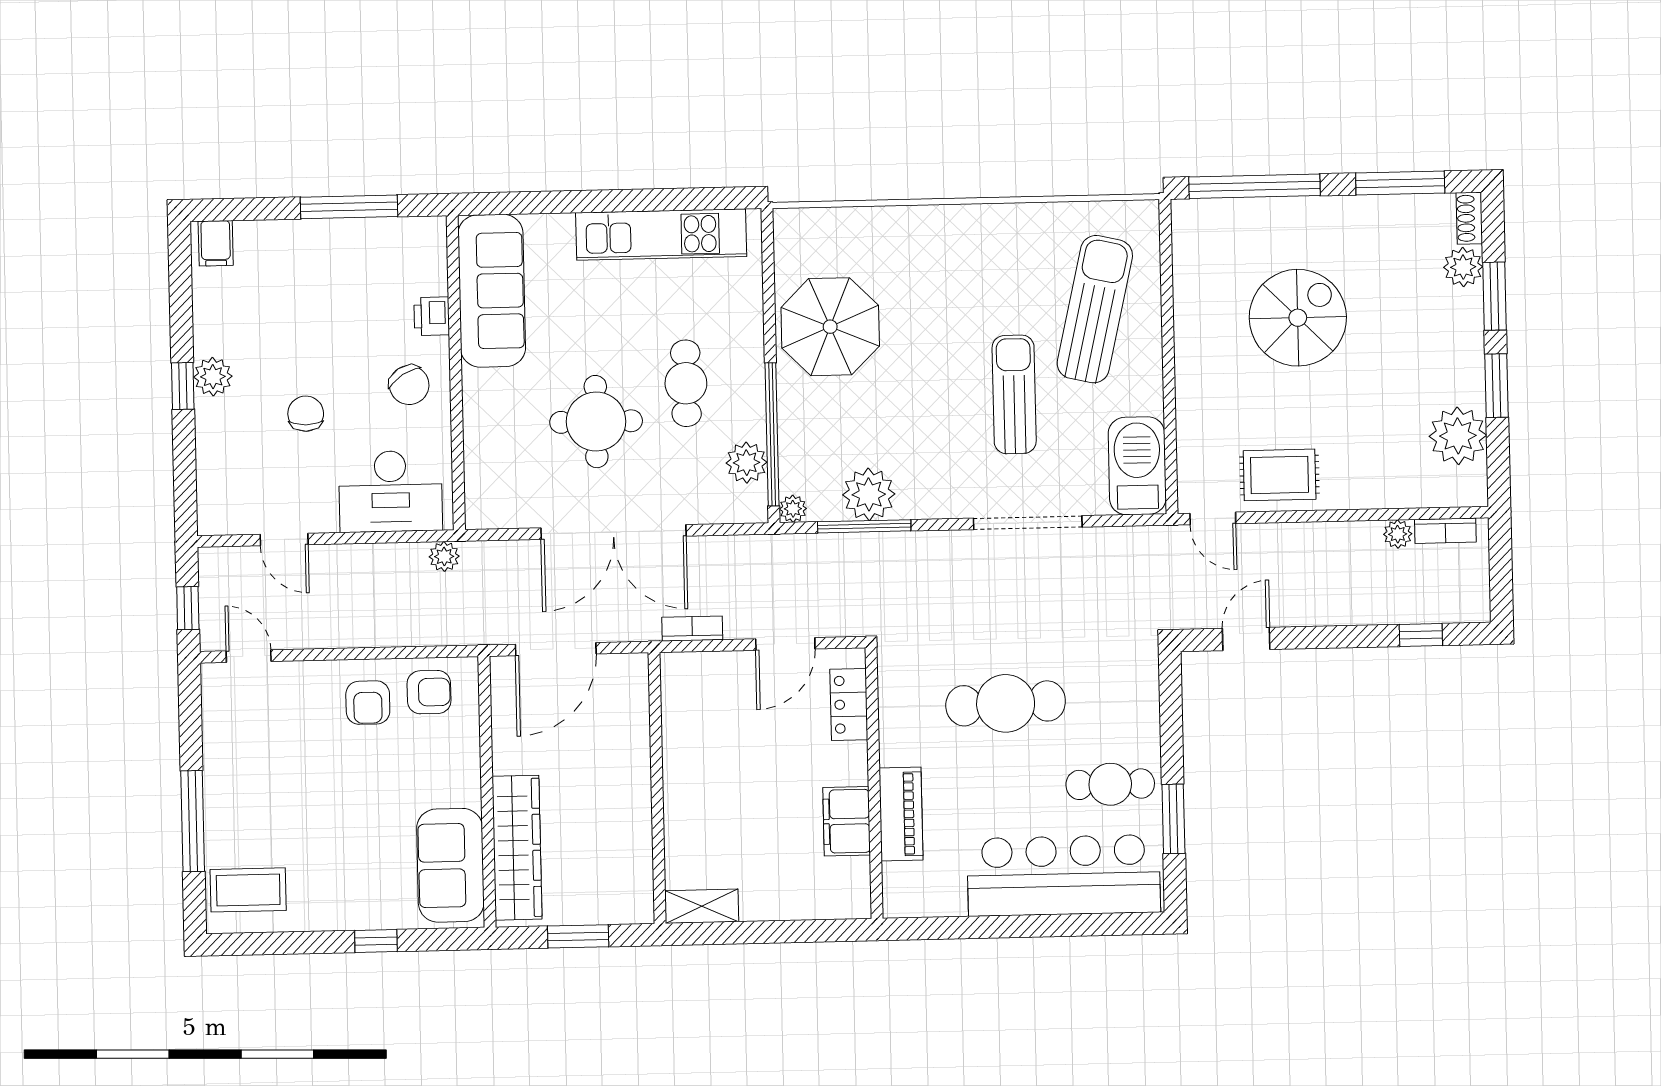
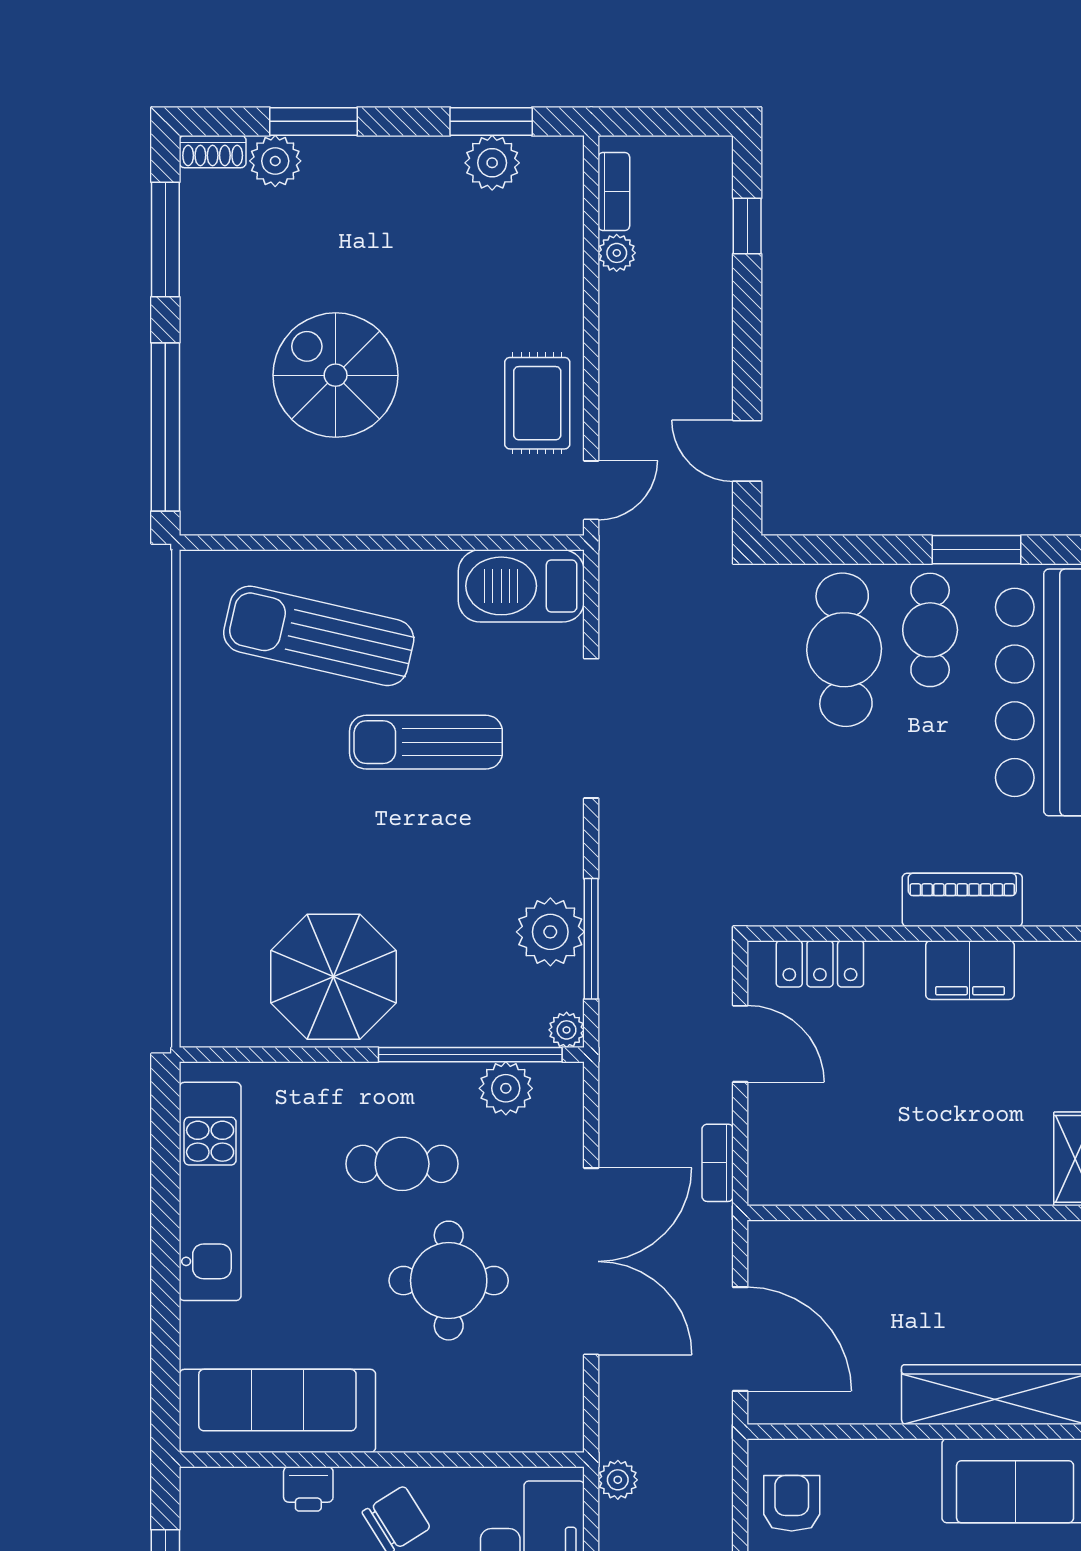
window: (1497, 386) -> (491, 121), moved
plant: (1458, 436) -> (492, 163), width x0.73, depth x0.73
cafe table: (1006, 703) -> (844, 650), moved

